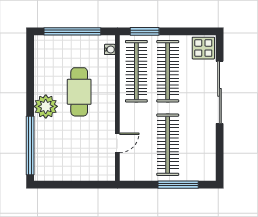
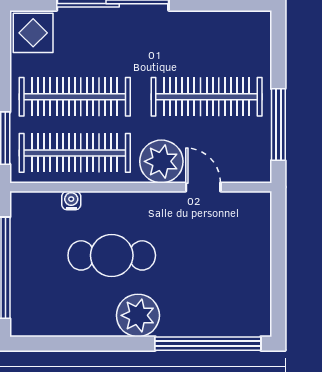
water cooler: (110, 49) -> (71, 201), moved
plant: (132, 120) -> (161, 161), added
window: (178, 185) -> (278, 125), moved

